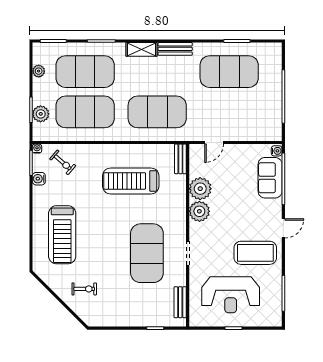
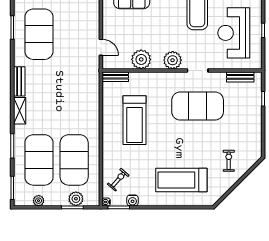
exercise mat: (157, 112) -> (74, 97), removed
plant: (199, 211) -> (173, 60), moved
treadmill: (62, 235) -> (181, 180), turned 180
reception desk: (231, 295) -> (234, 33), turned 180

